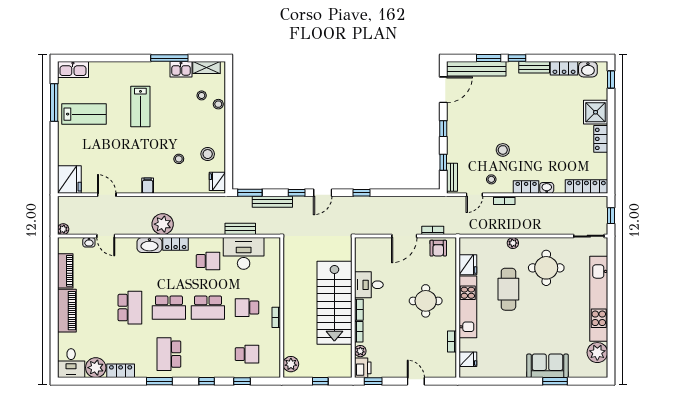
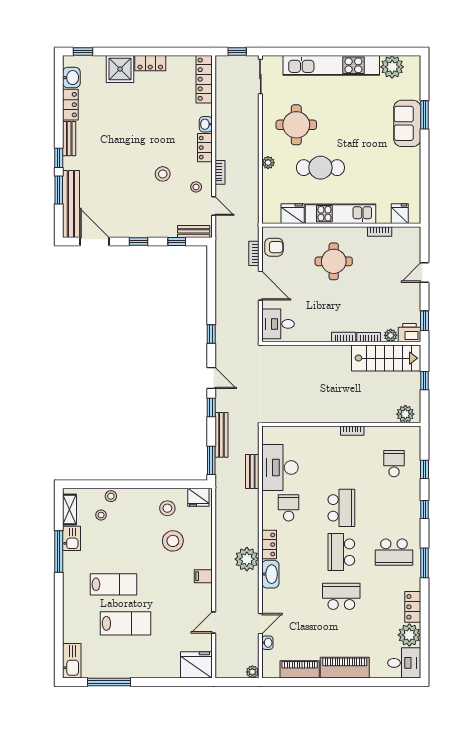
lab bench: (84, 114) -> (126, 623), moved, turned 90
stool: (179, 159) -> (173, 541), width x1.89, depth x1.89
desk: (369, 285) -> (278, 324), moved, turned 90
stairs: (334, 303) -> (386, 358), moved, width x0.73, depth x0.66
school desk: (169, 308) -> (341, 552), turned 180
school desk: (247, 308) -> (341, 464), removed

